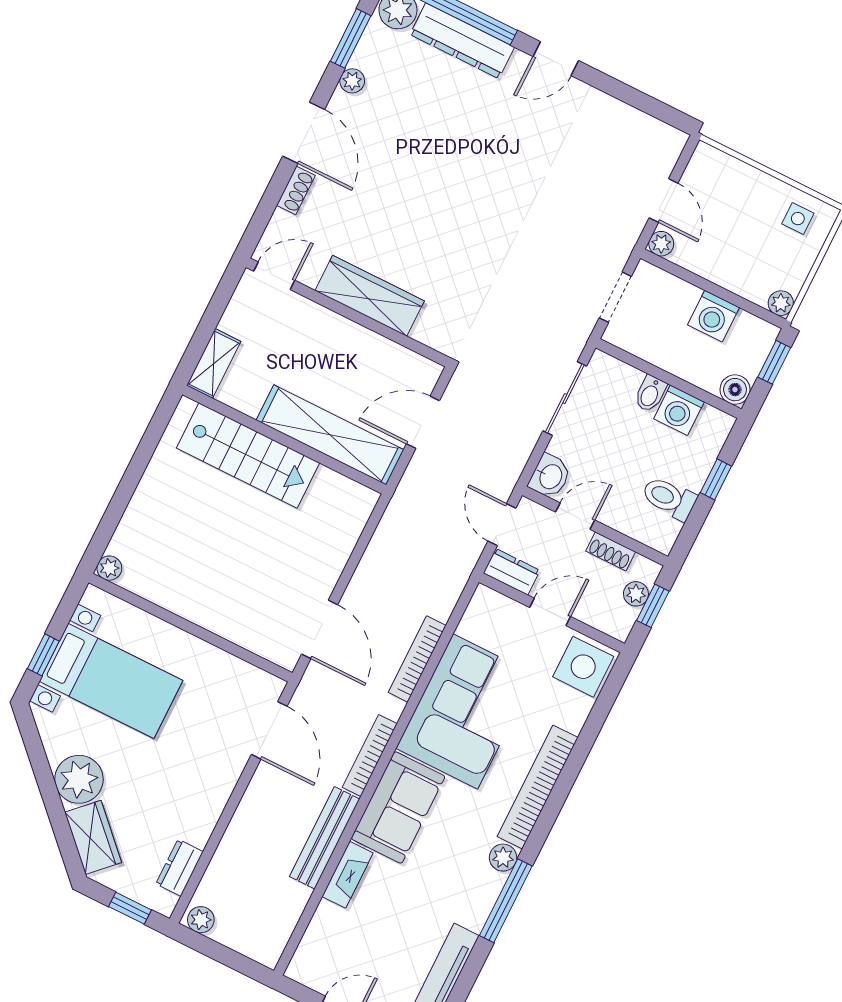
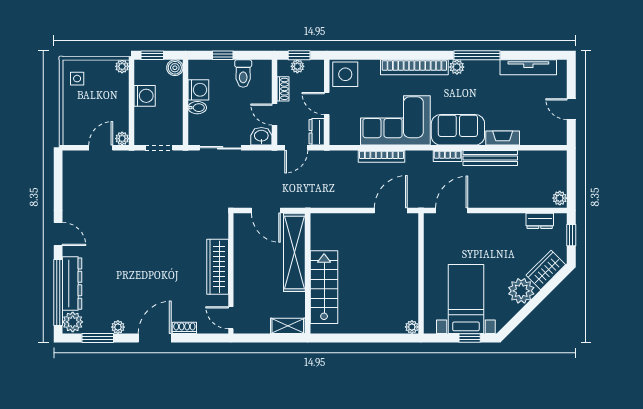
bookcase: (370, 755) -> (448, 156), width x0.64

